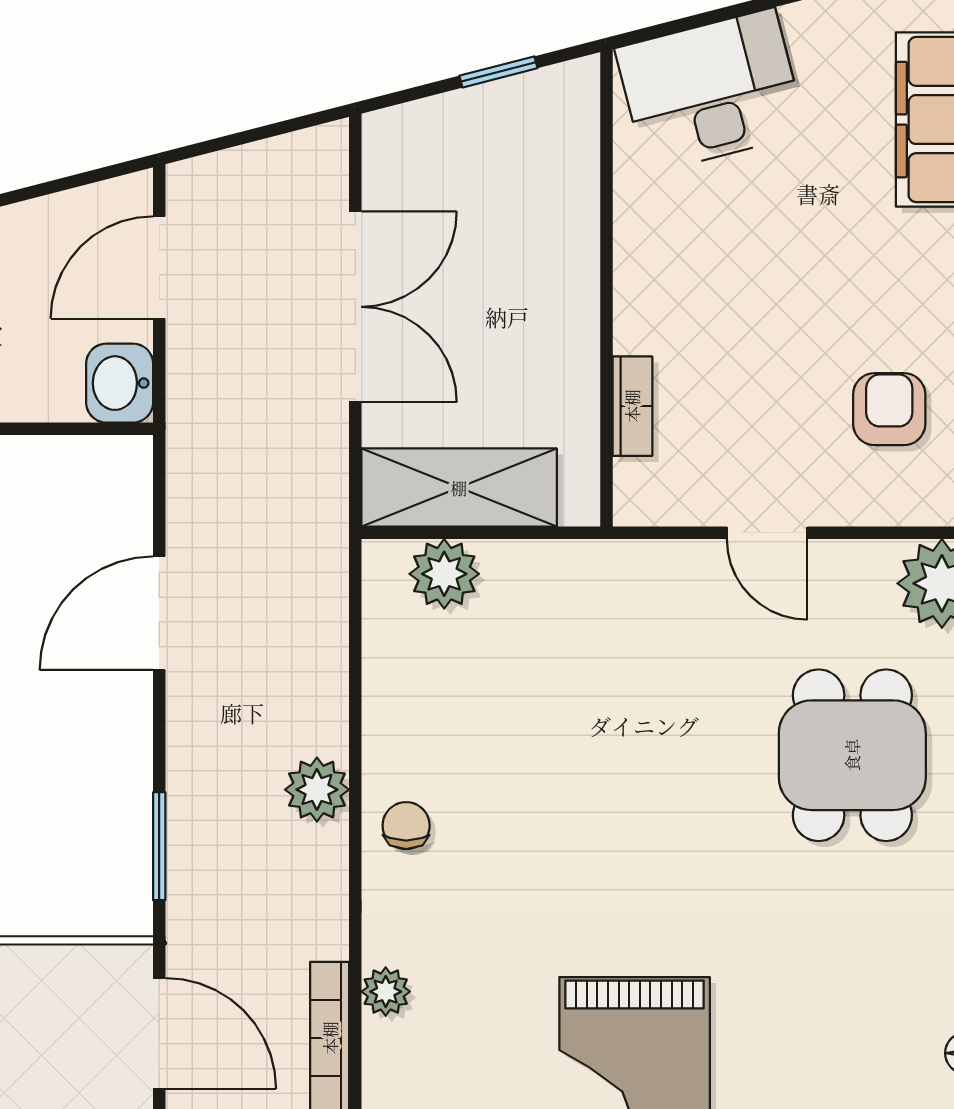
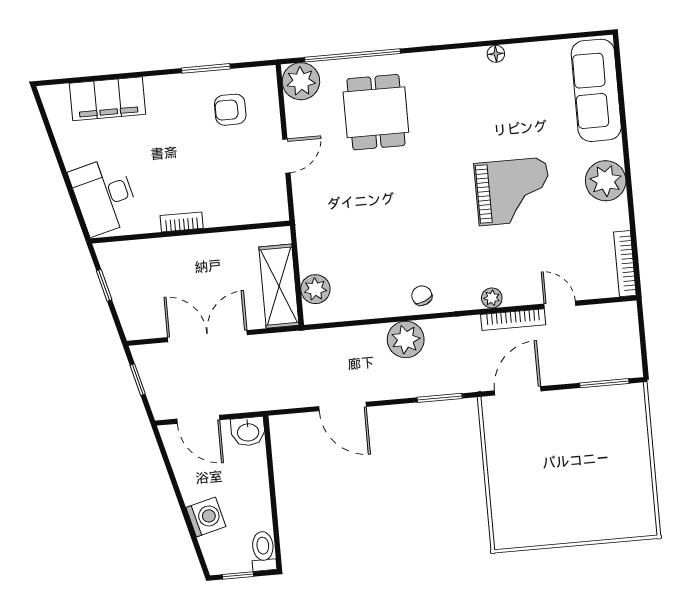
window: (266, 132) -> (138, 380), added
bookcase: (632, 406) -> (182, 222), moved
dining table: (852, 755) -> (376, 112), turned 90
plant: (317, 790) -> (406, 339), width x1.36, depth x1.36
chair: (406, 826) -> (422, 296), turned 68

